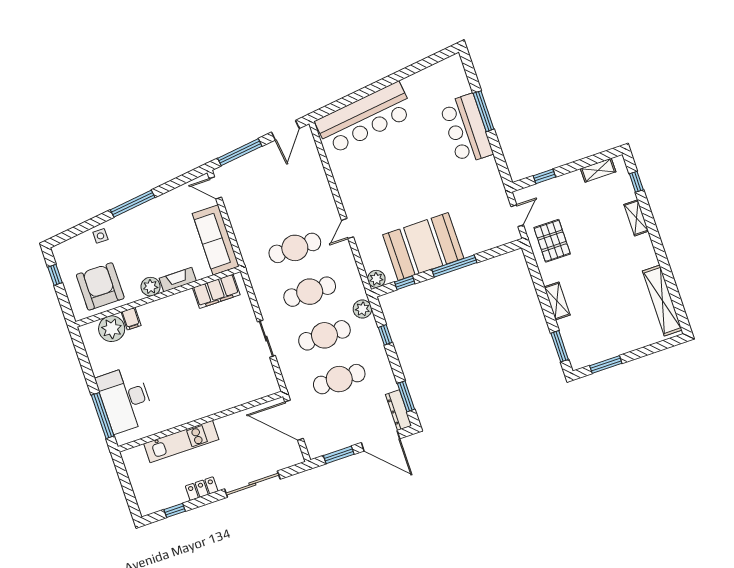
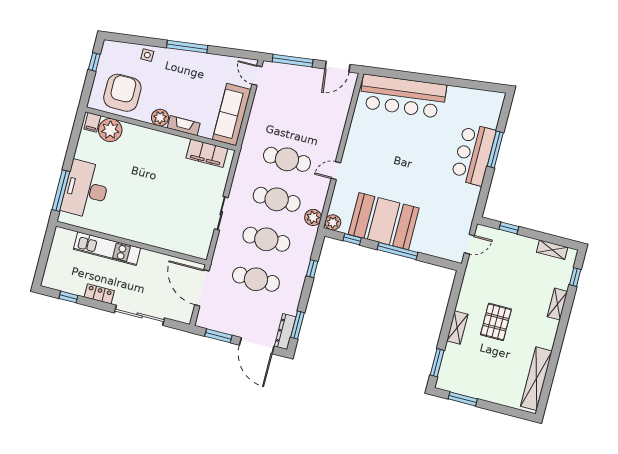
pallet: (552, 241) -> (496, 322), moved
plant: (362, 309) -> (313, 217), moved
filing cabinet: (131, 319) -> (92, 122), moved

